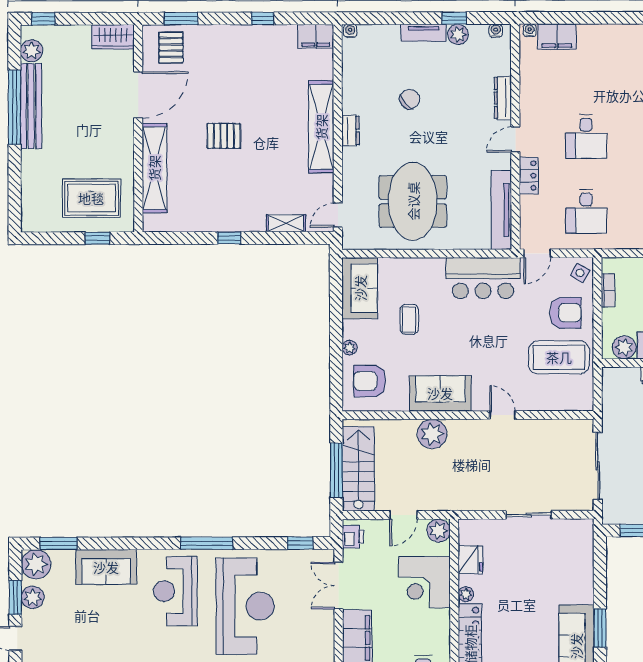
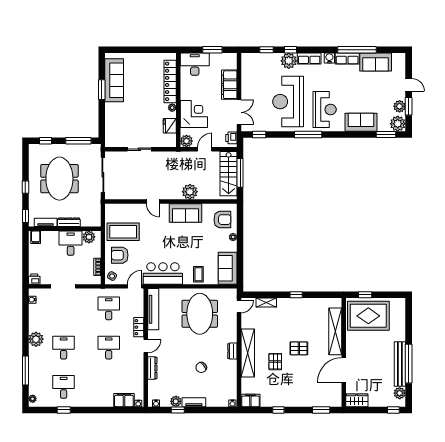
pallet: (171, 48) -> (275, 362), moved
rug: (91, 198) -> (368, 316), width x1.37, depth x1.44
coffee table: (409, 319) -> (198, 274), moved

